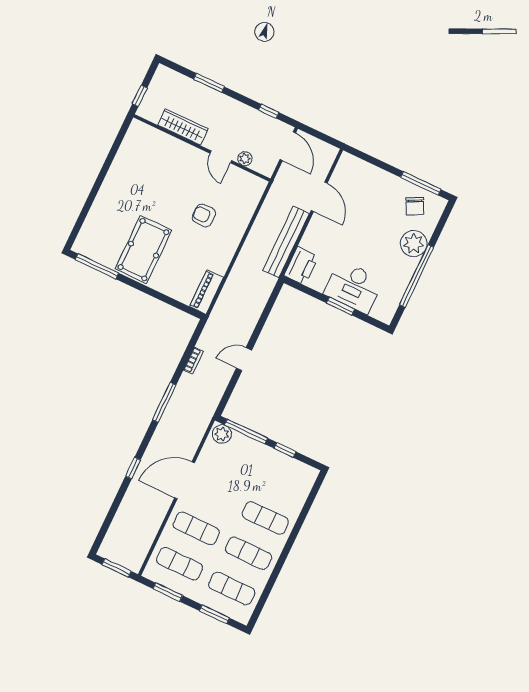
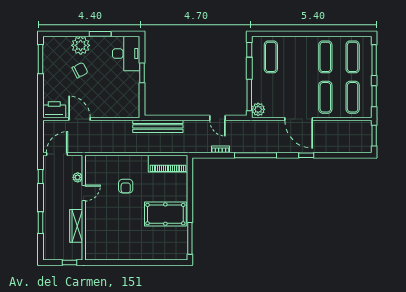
door: (319, 197) -> (79, 119), hinge flipped
chair: (415, 206) -> (80, 70), moved
bench: (286, 242) -> (158, 126), moved
printer: (301, 266) -> (54, 110), moved
window: (417, 276) -> (100, 34), width x0.47
desk: (353, 287) -> (126, 54), moved
piano: (207, 292) -> (168, 164), width x1.37, depth x1.33
door: (244, 359) -> (218, 118), moved
window: (164, 402) -> (255, 155), width x1.46
window: (285, 450) -> (249, 50), moved
exercise mat: (265, 518) -> (271, 57), moved
window: (214, 614) -> (374, 60), width x1.44

